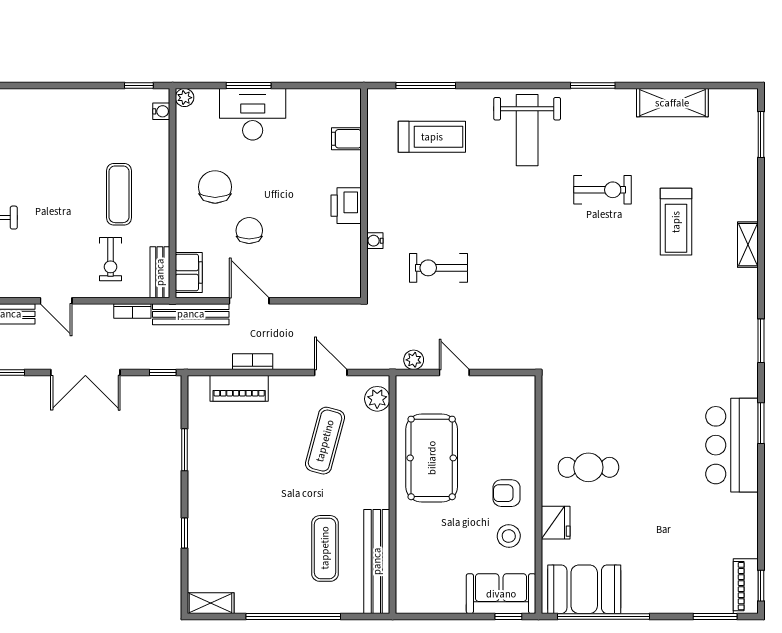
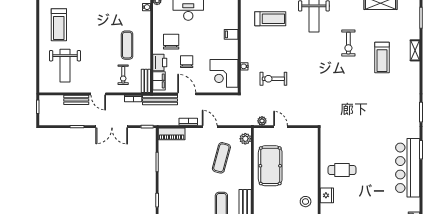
filing cabinet: (346, 139) -> (231, 34), moved
exercise bike: (602, 190) -> (348, 43), turned 90
printer: (346, 206) -> (160, 63), moved, turned 180
shelving: (748, 245) -> (415, 50), moved
corner desk: (331, 256) -> (224, 73), added
door: (331, 373) -> (210, 127), moved
piano: (239, 388) -> (172, 134), moved
bar counter: (732, 445) -> (408, 168), width x1.36
armchair: (506, 493) -> (304, 182), removed

